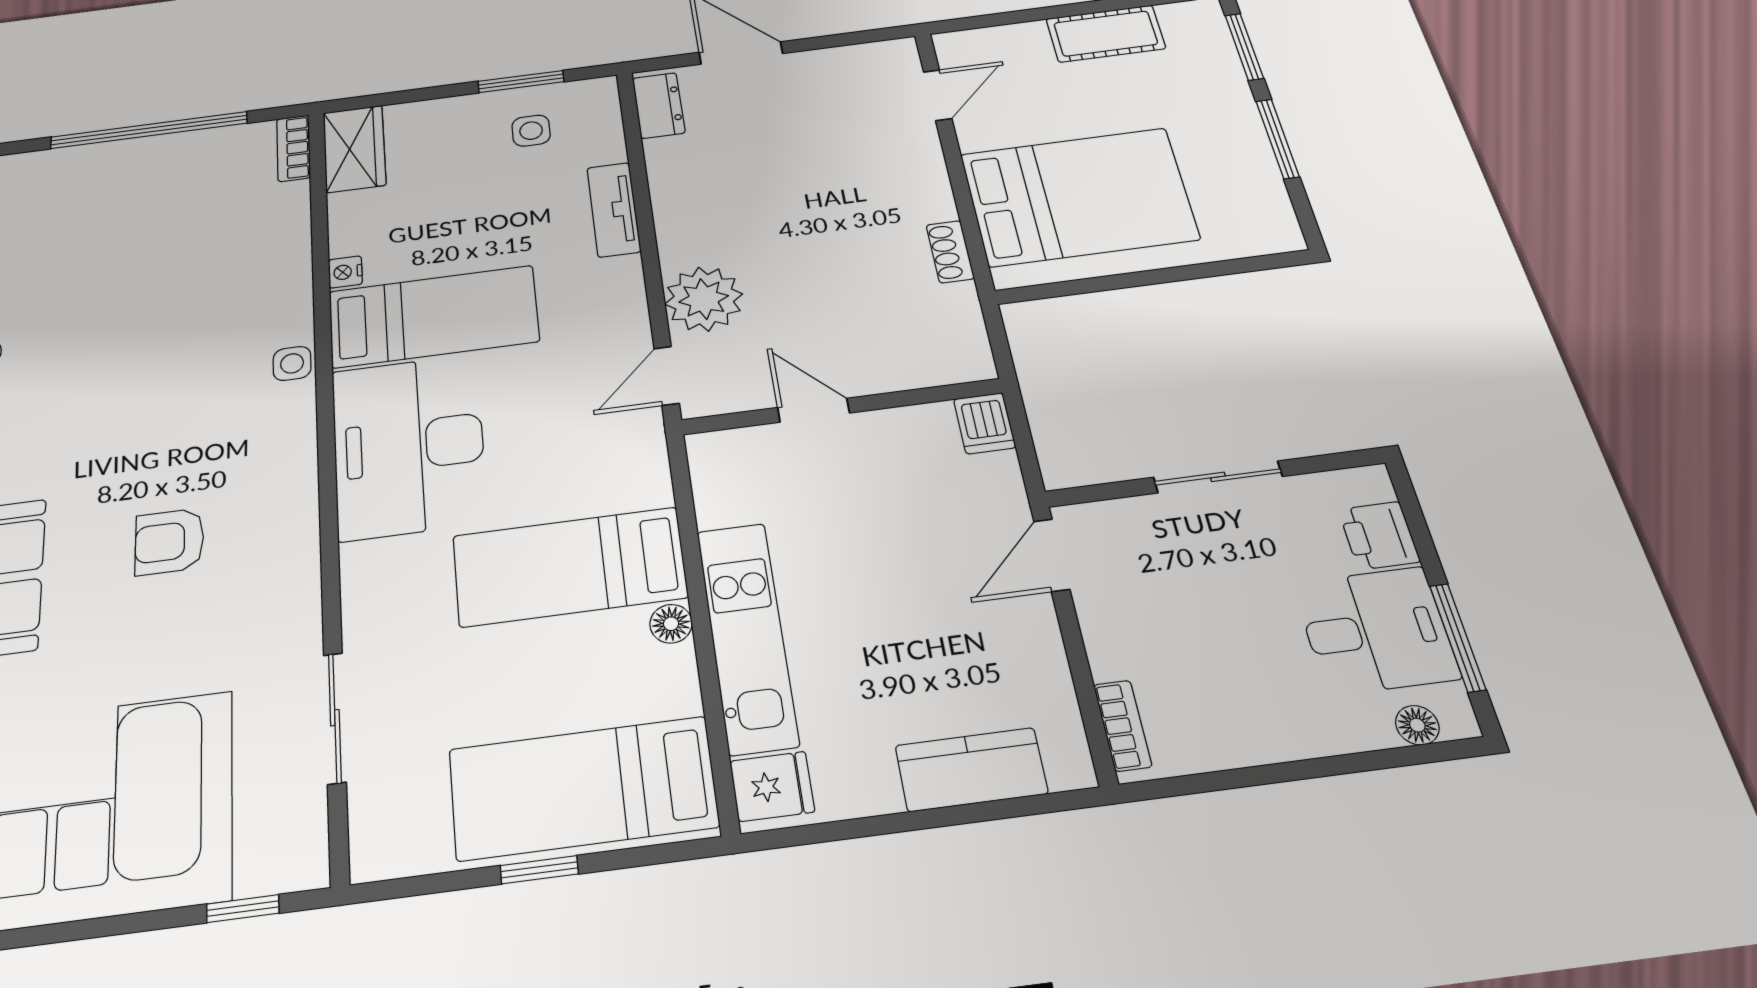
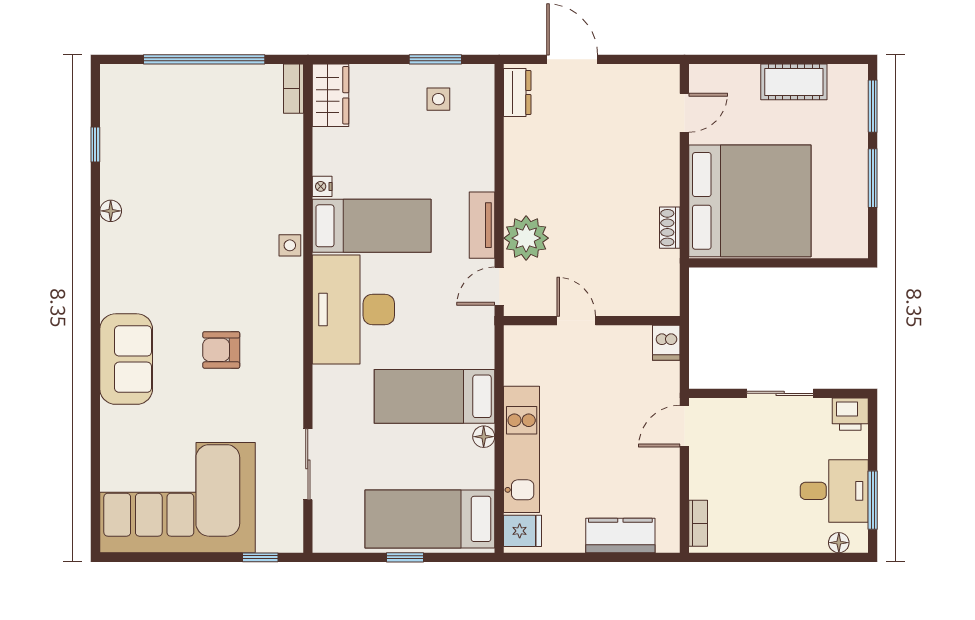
bed: (1078, 197) -> (750, 201), width x1.36
tv unit: (614, 210) -> (482, 225), moved
printer: (1379, 536) -> (850, 414), moved, turned -90

